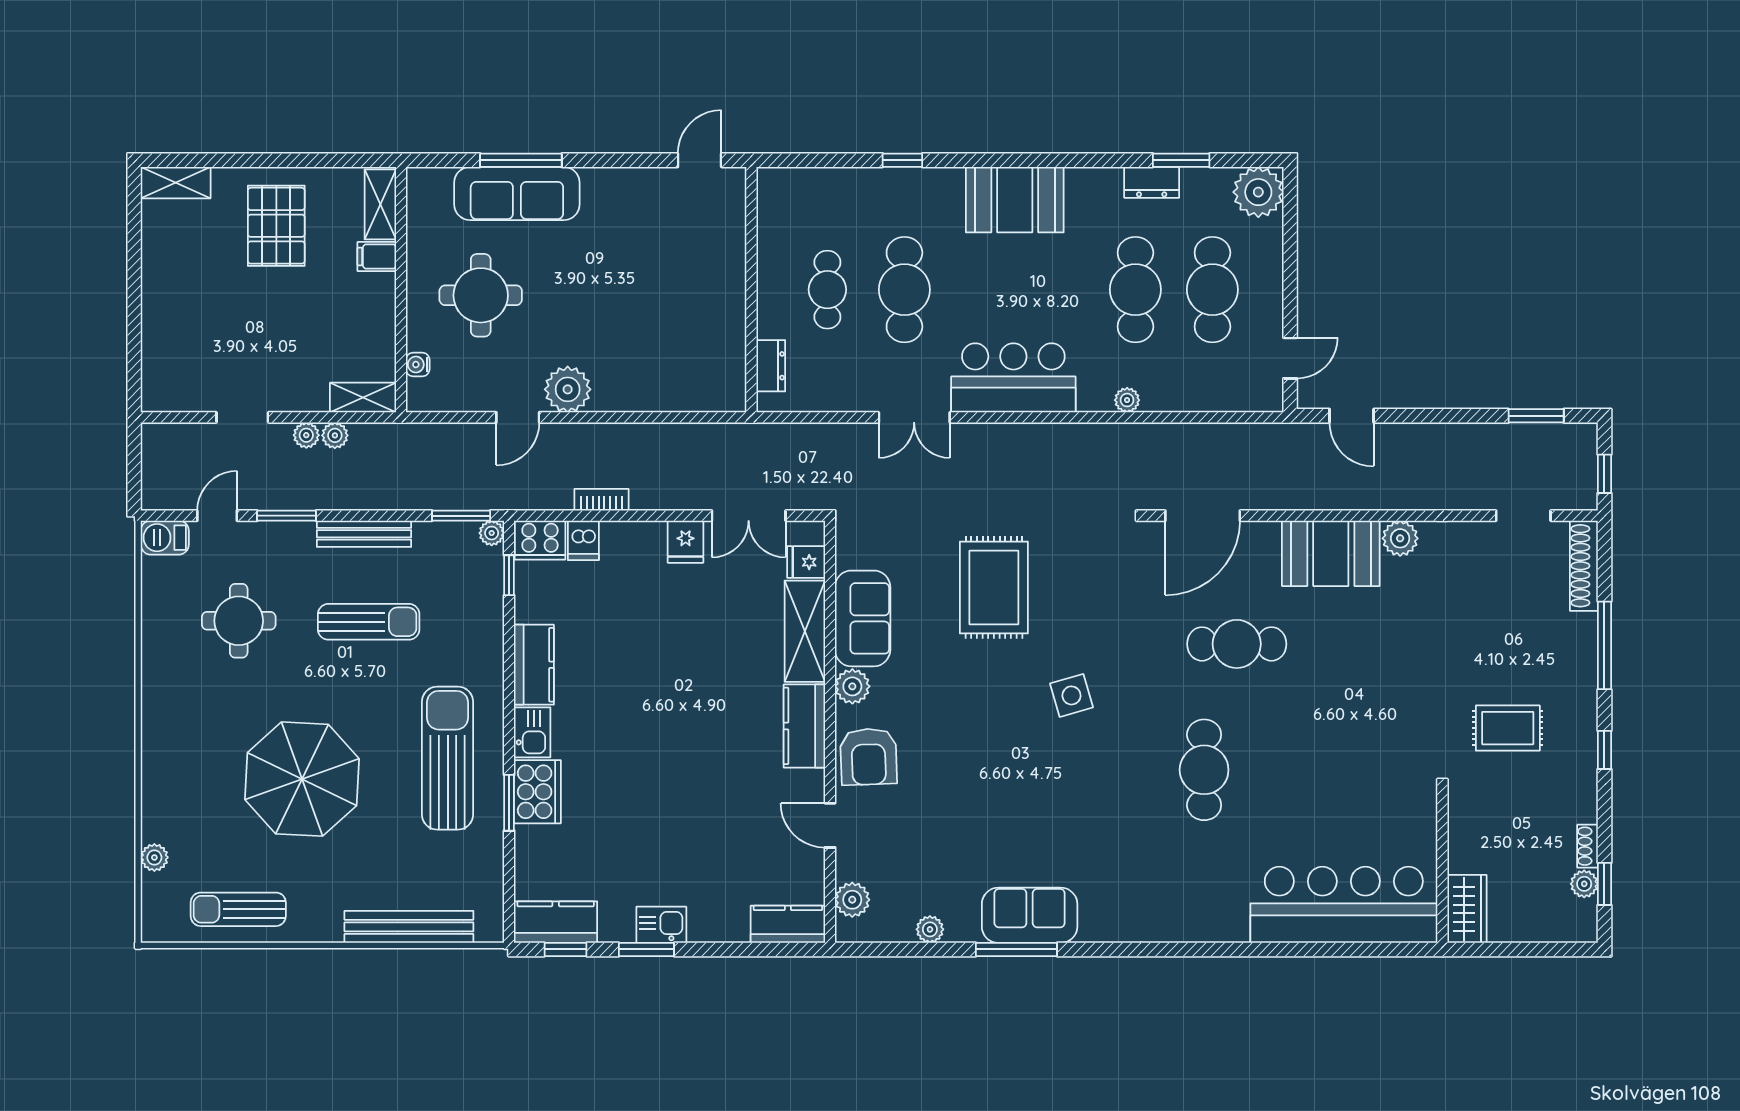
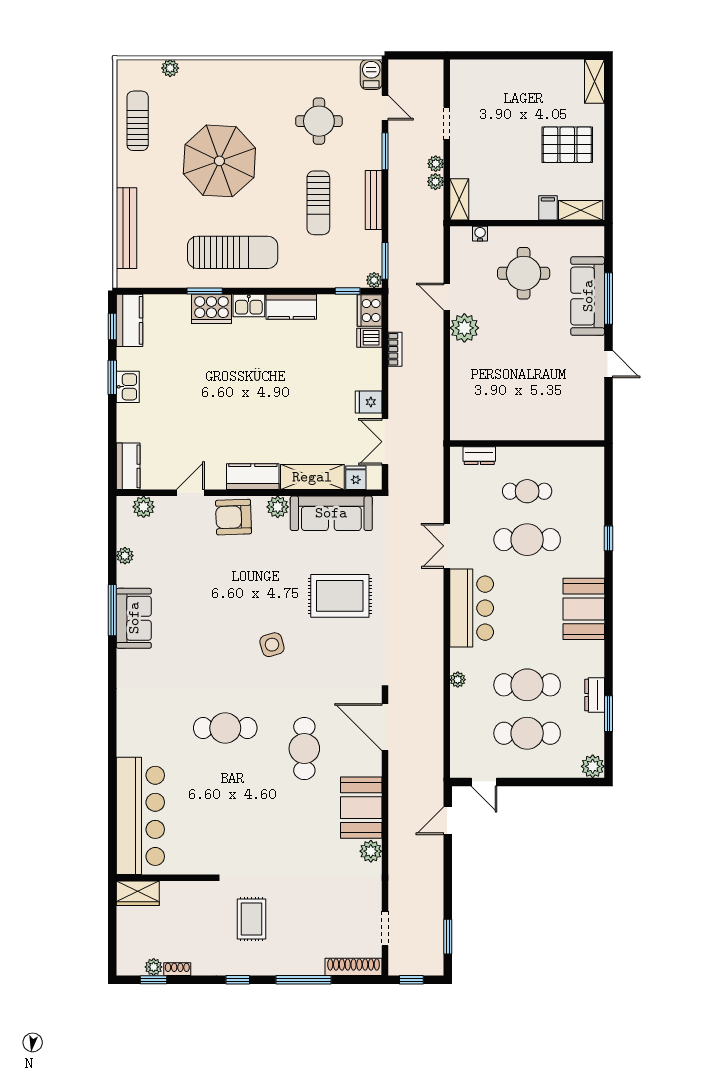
door: (700, 160) -> (608, 364), moved
plant: (1258, 192) -> (593, 766), width x0.73, depth x0.73
sofa: (863, 618) -> (331, 513), width x1.36

